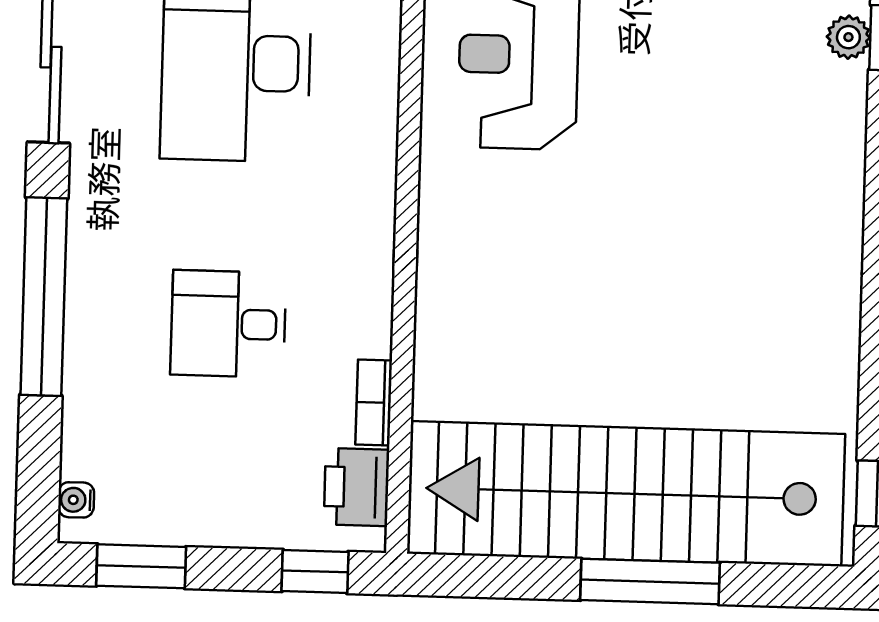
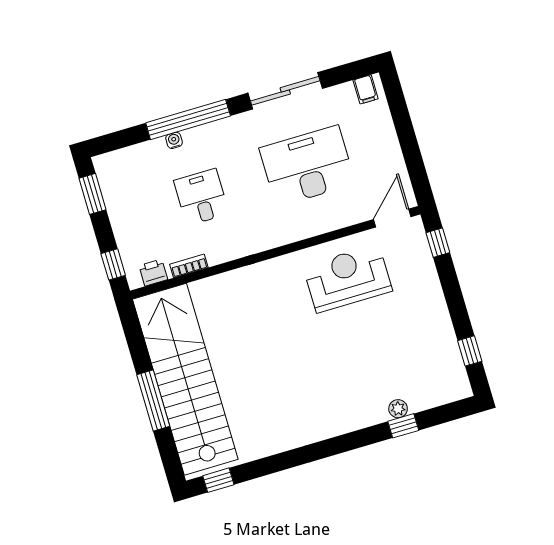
printer: (357, 487) -> (153, 273), width x0.73, depth x0.81
water cooler: (76, 500) -> (174, 140), moved

